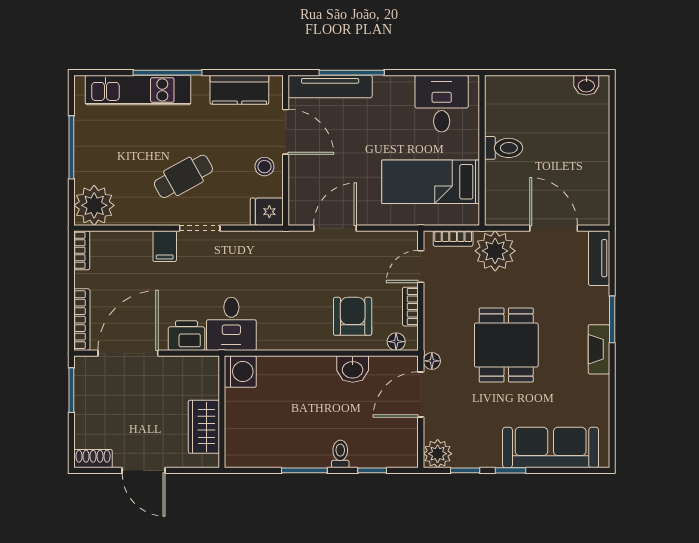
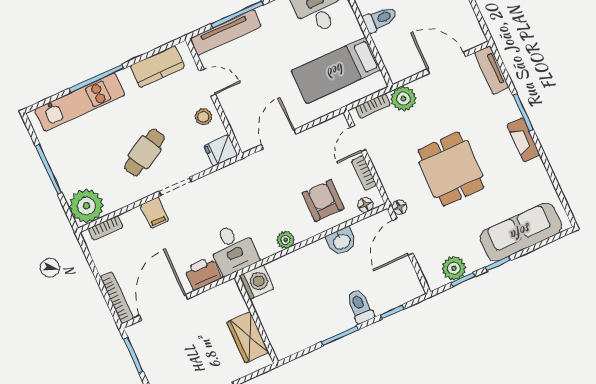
door: (286, 132) -> (207, 83), width x0.73
bookcase: (82, 250) -> (106, 228), moved, turned 90
plant: (495, 251) -> (403, 99), width x0.73, depth x0.73
plant: (293, 340) -> (286, 240), added
toilet: (340, 454) -> (360, 306), width x1.37, depth x1.39
plant: (438, 454) -> (454, 268), moved

